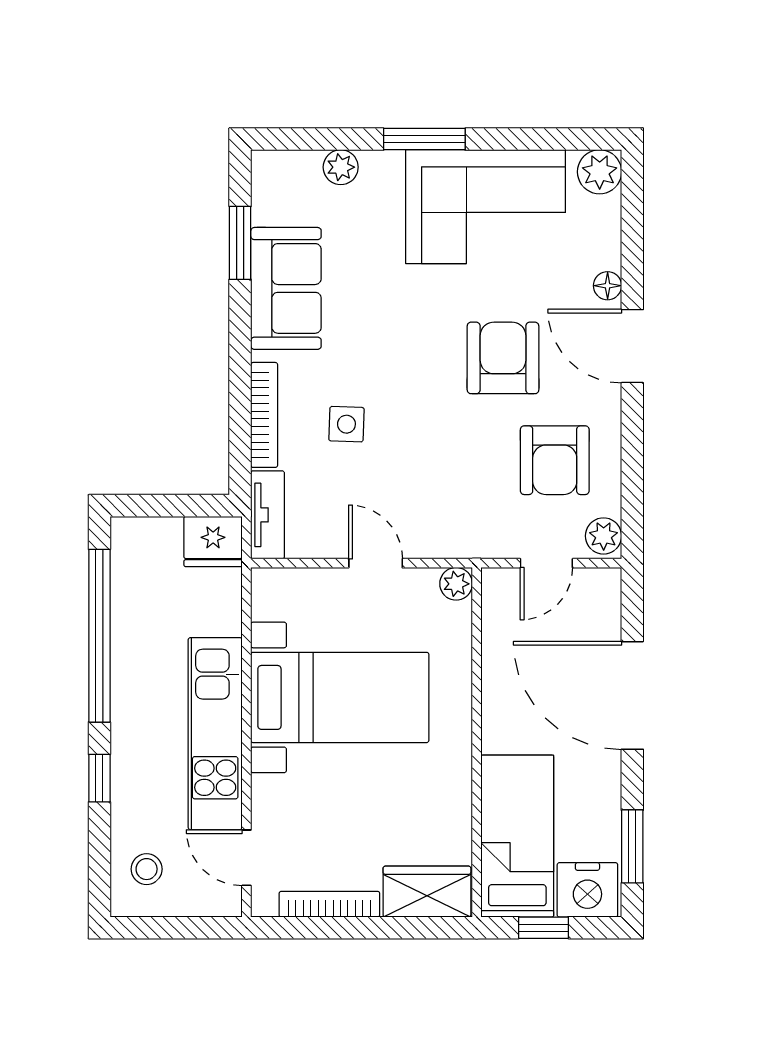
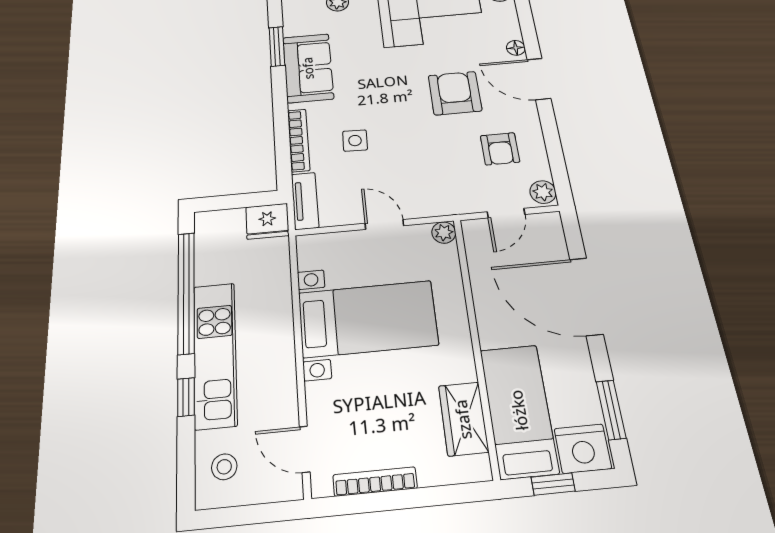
armchair: (555, 460) -> (500, 149), width x0.72, depth x0.72
kitchen unit: (215, 734) -> (215, 354), moved, turned 180
wardrobe: (427, 892) -> (463, 419), moved, turned -90

